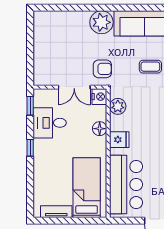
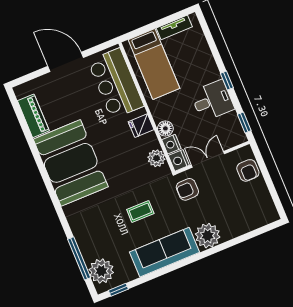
armchair: (44, 64) -> (248, 170), added
nightstand: (100, 113) -> (171, 144), added
desk: (50, 123) -> (212, 101), moved

